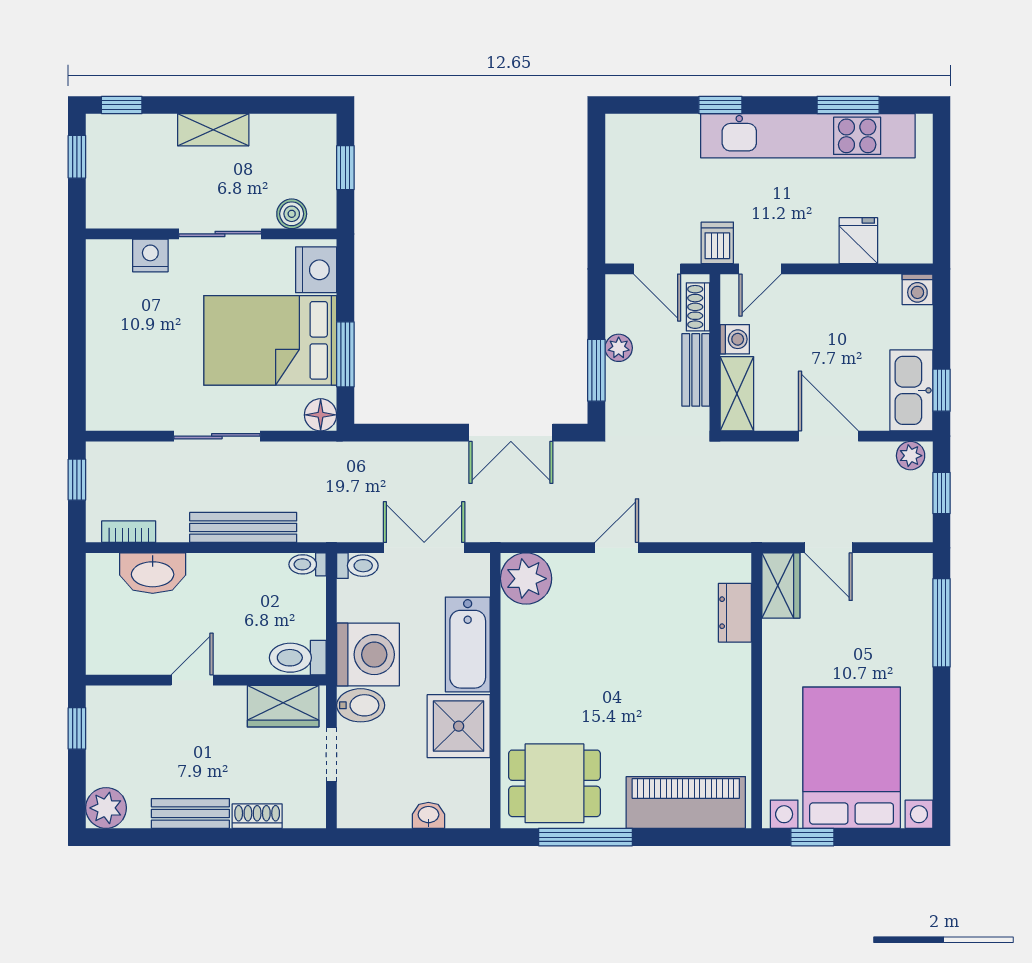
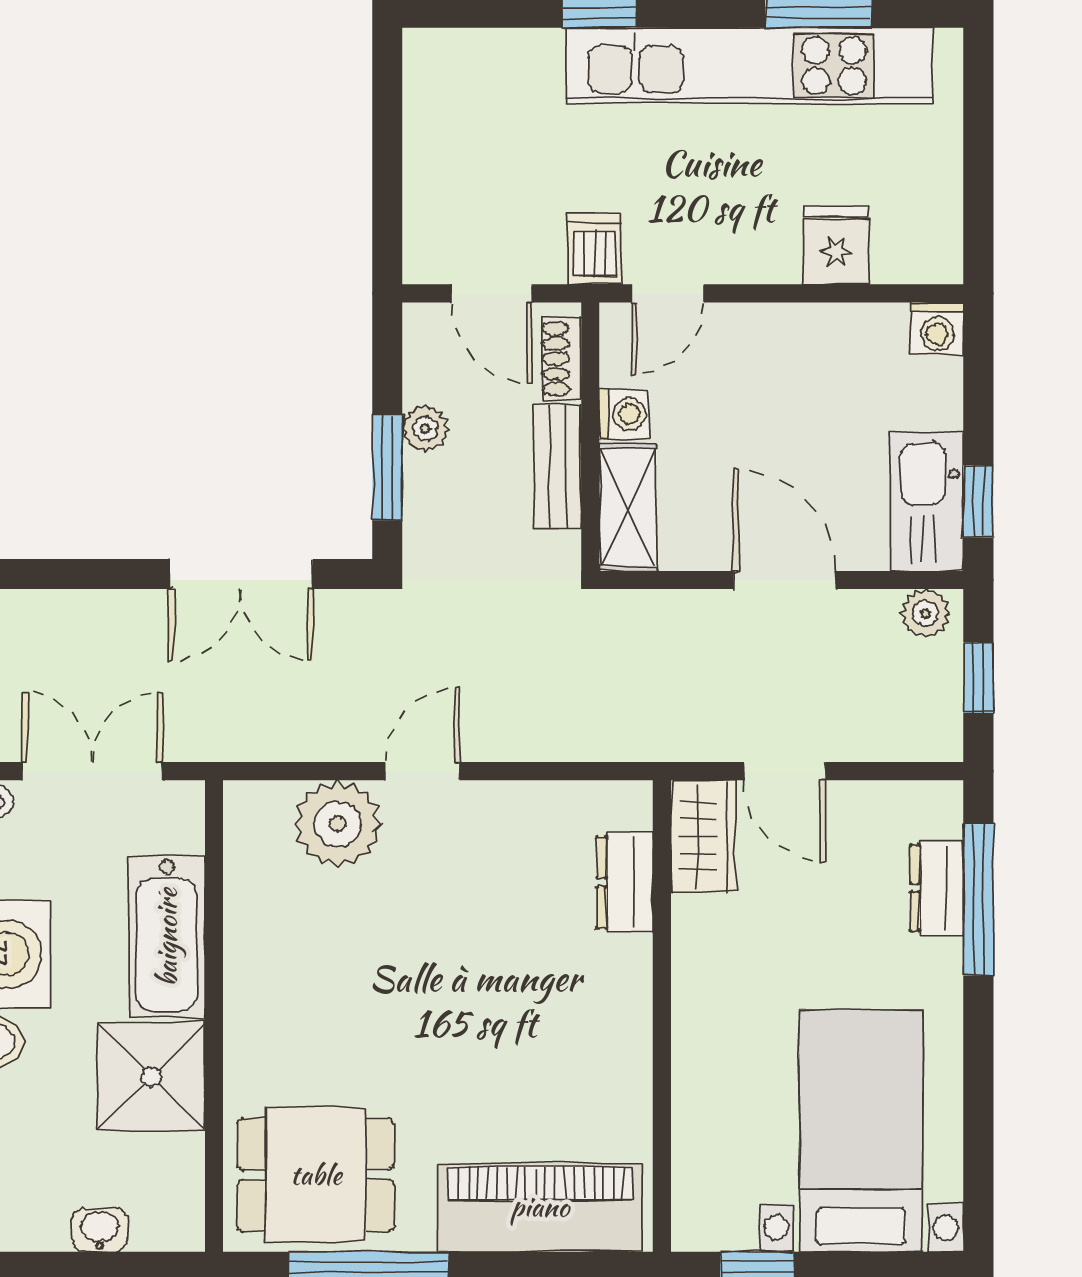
plant: (526, 579) -> (338, 824), moved
dresser: (917, 616) -> (937, 888), added
bed with nightstands: (852, 758) -> (861, 1131), width x0.73

